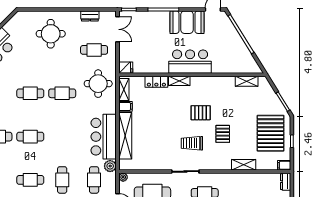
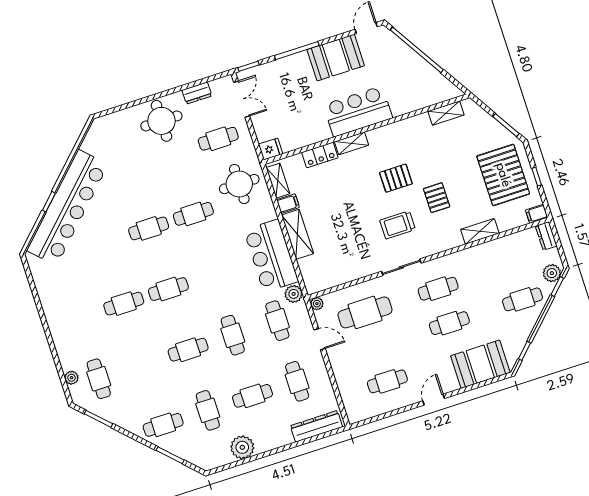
round table: (51, 34) -> (161, 121), moved
shelving: (125, 136) -> (297, 234), width x0.68

